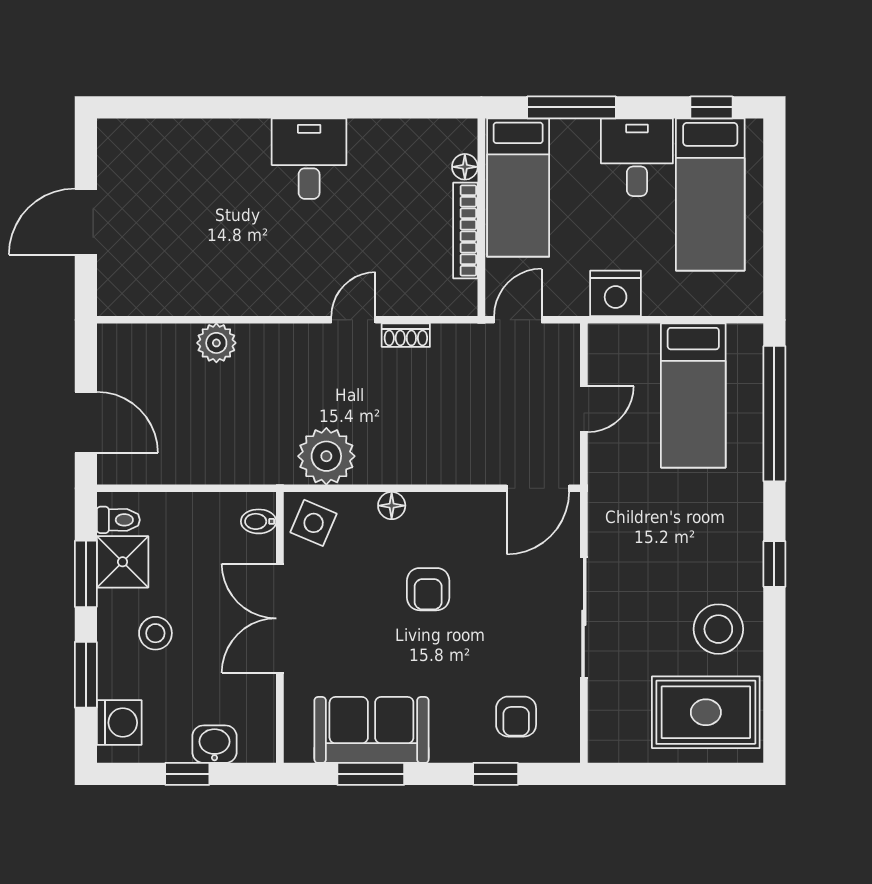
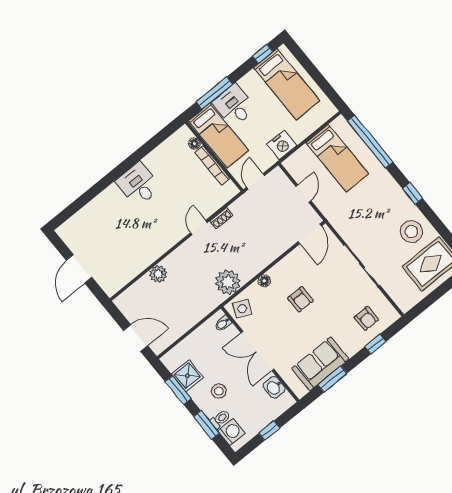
desk: (637, 157) -> (234, 106), moved
toilet: (118, 520) -> (220, 419), moved
washbasin: (214, 744) -> (274, 387), moved, turned -90

